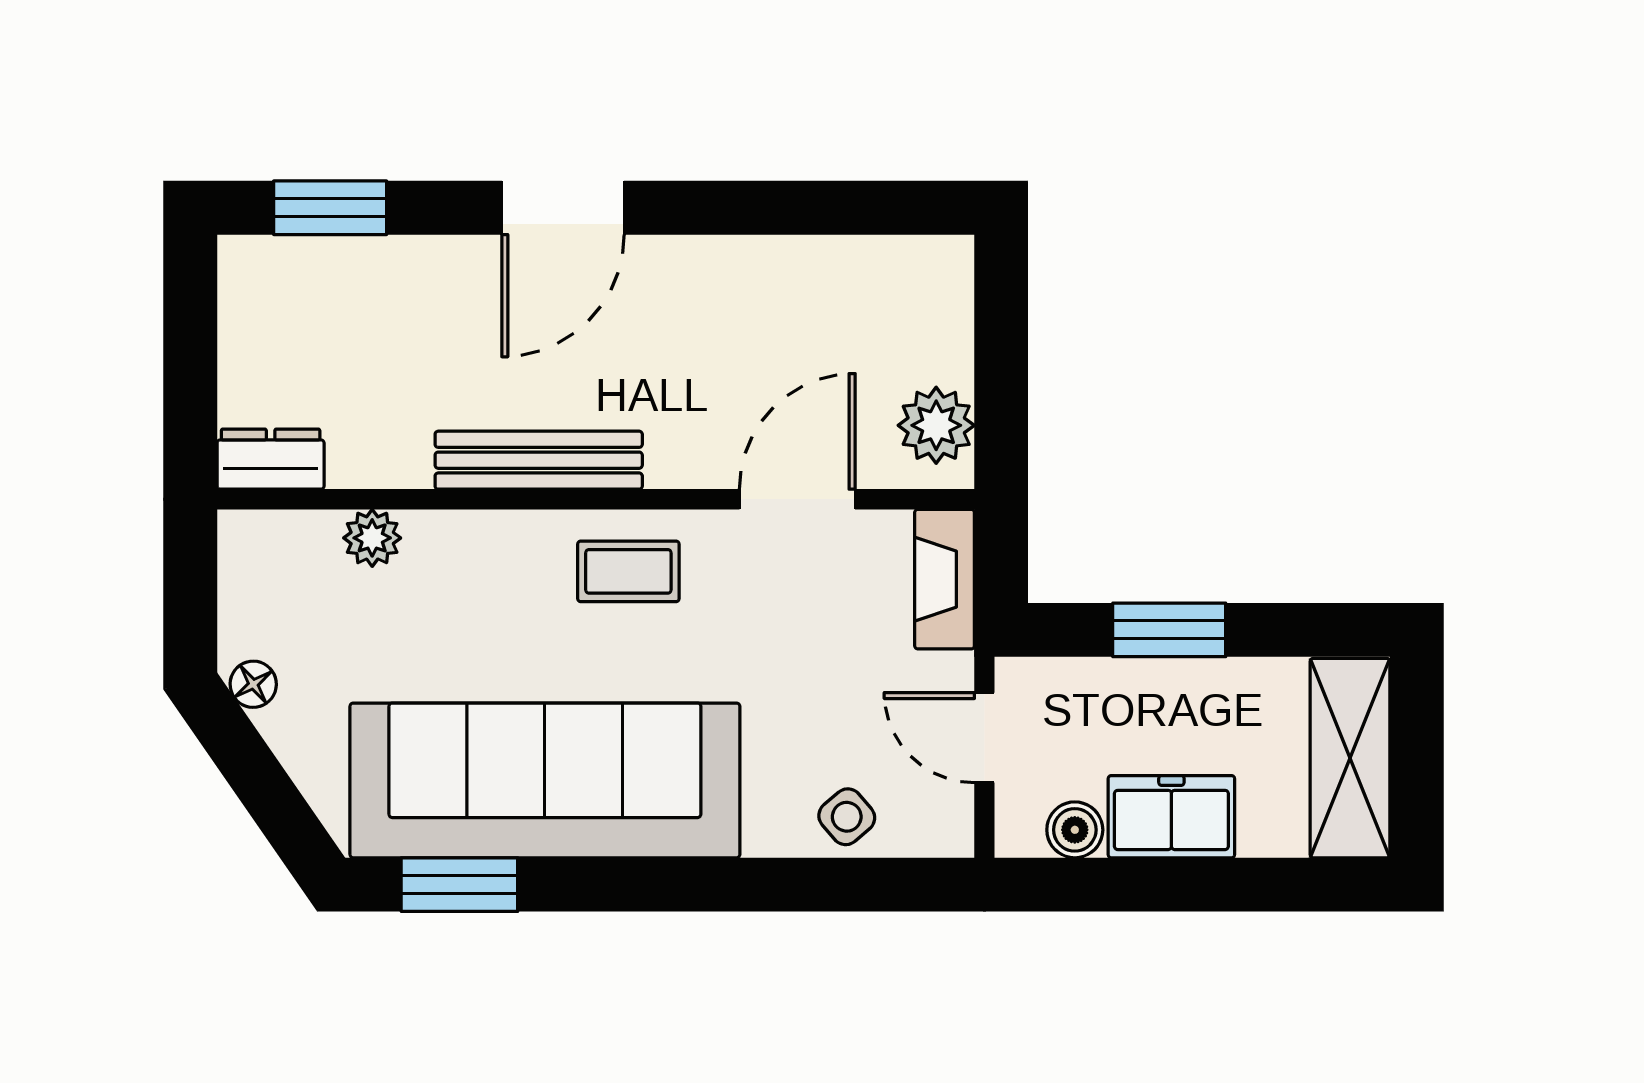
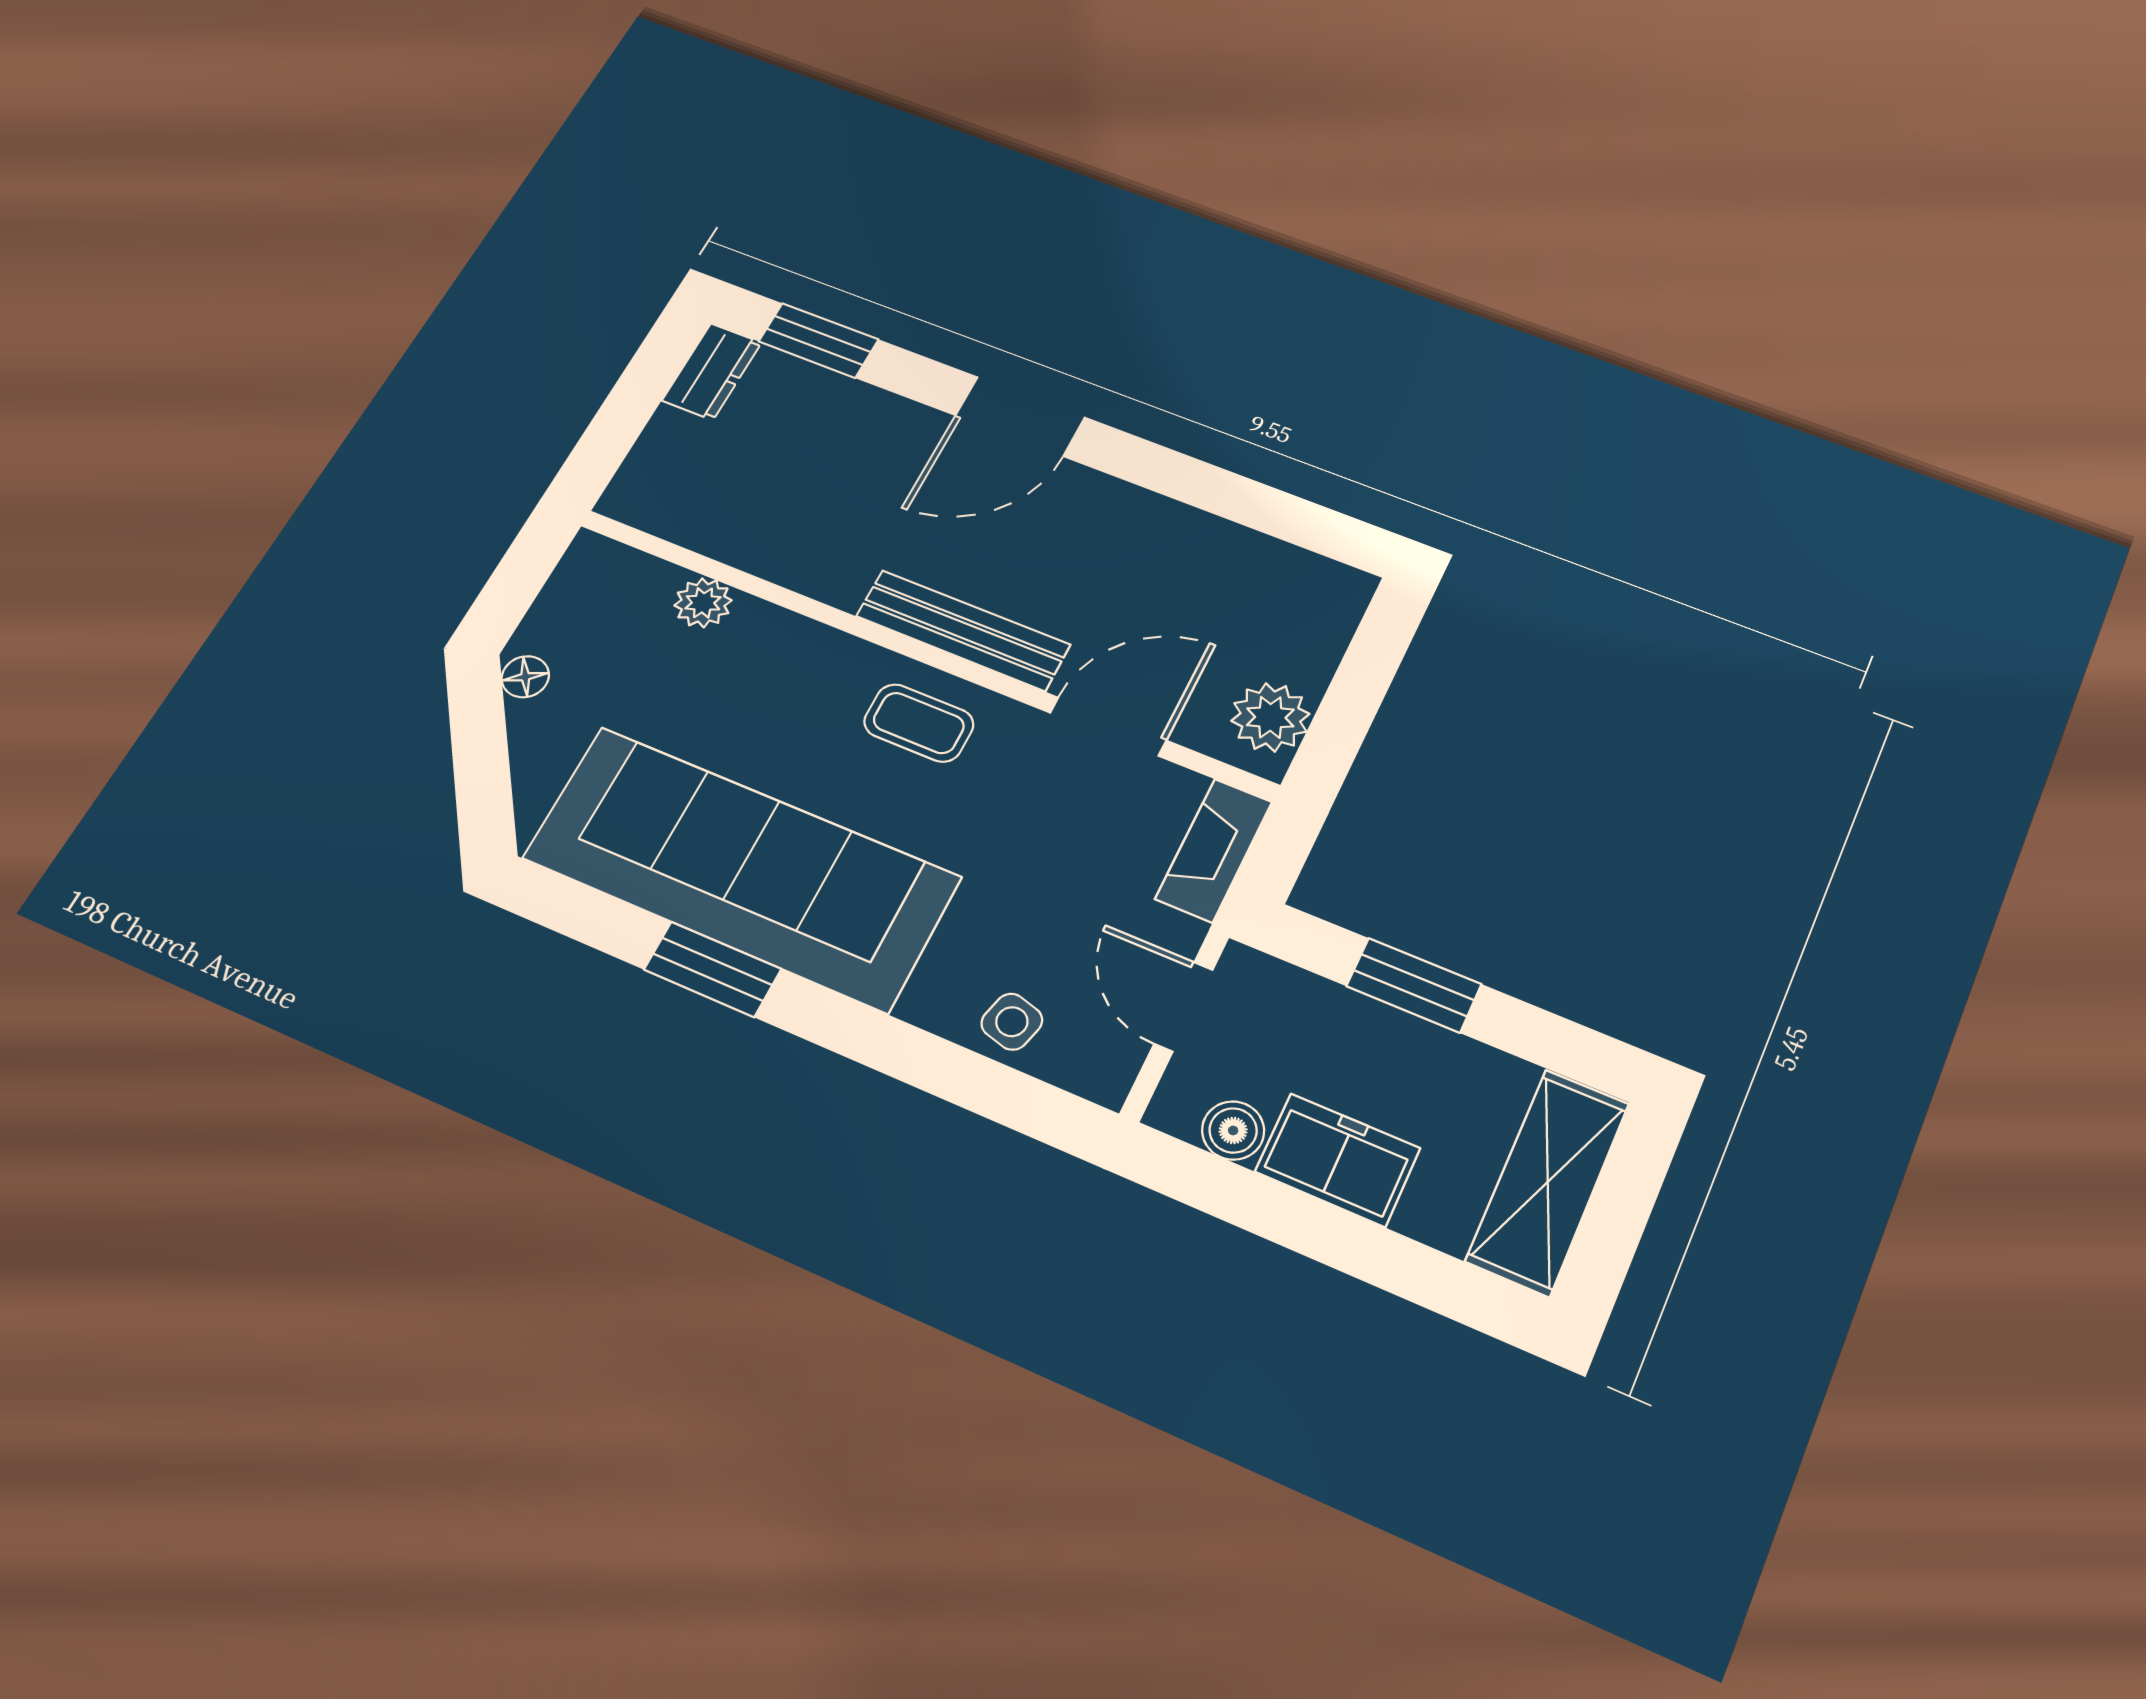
dresser: (271, 459) -> (712, 371), moved, turned 90
bench: (539, 460) -> (963, 630), moved
side table: (847, 817) -> (1012, 1022), turned -35
window: (459, 885) -> (713, 969), moved

